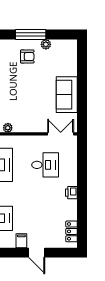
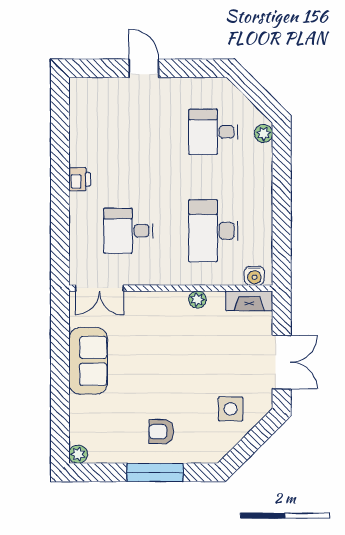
plant: (46, 44) -> (78, 454), moved
locker: (72, 231) -> (79, 108), removed
filing cabinet: (21, 241) -> (172, 90), removed

